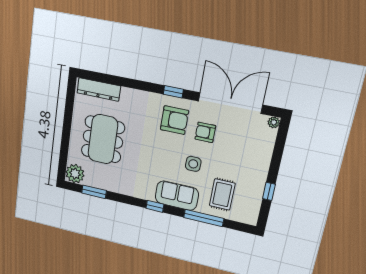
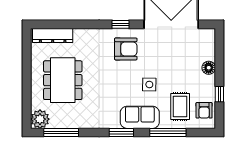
plant: (274, 122) -> (210, 33), removed
armchair: (205, 132) -> (204, 110), moved, turned -90
floor lamp: (263, 160) -> (209, 68), added
window: (94, 192) -> (61, 133), width x1.44
window: (155, 206) -> (121, 133), width x1.50

